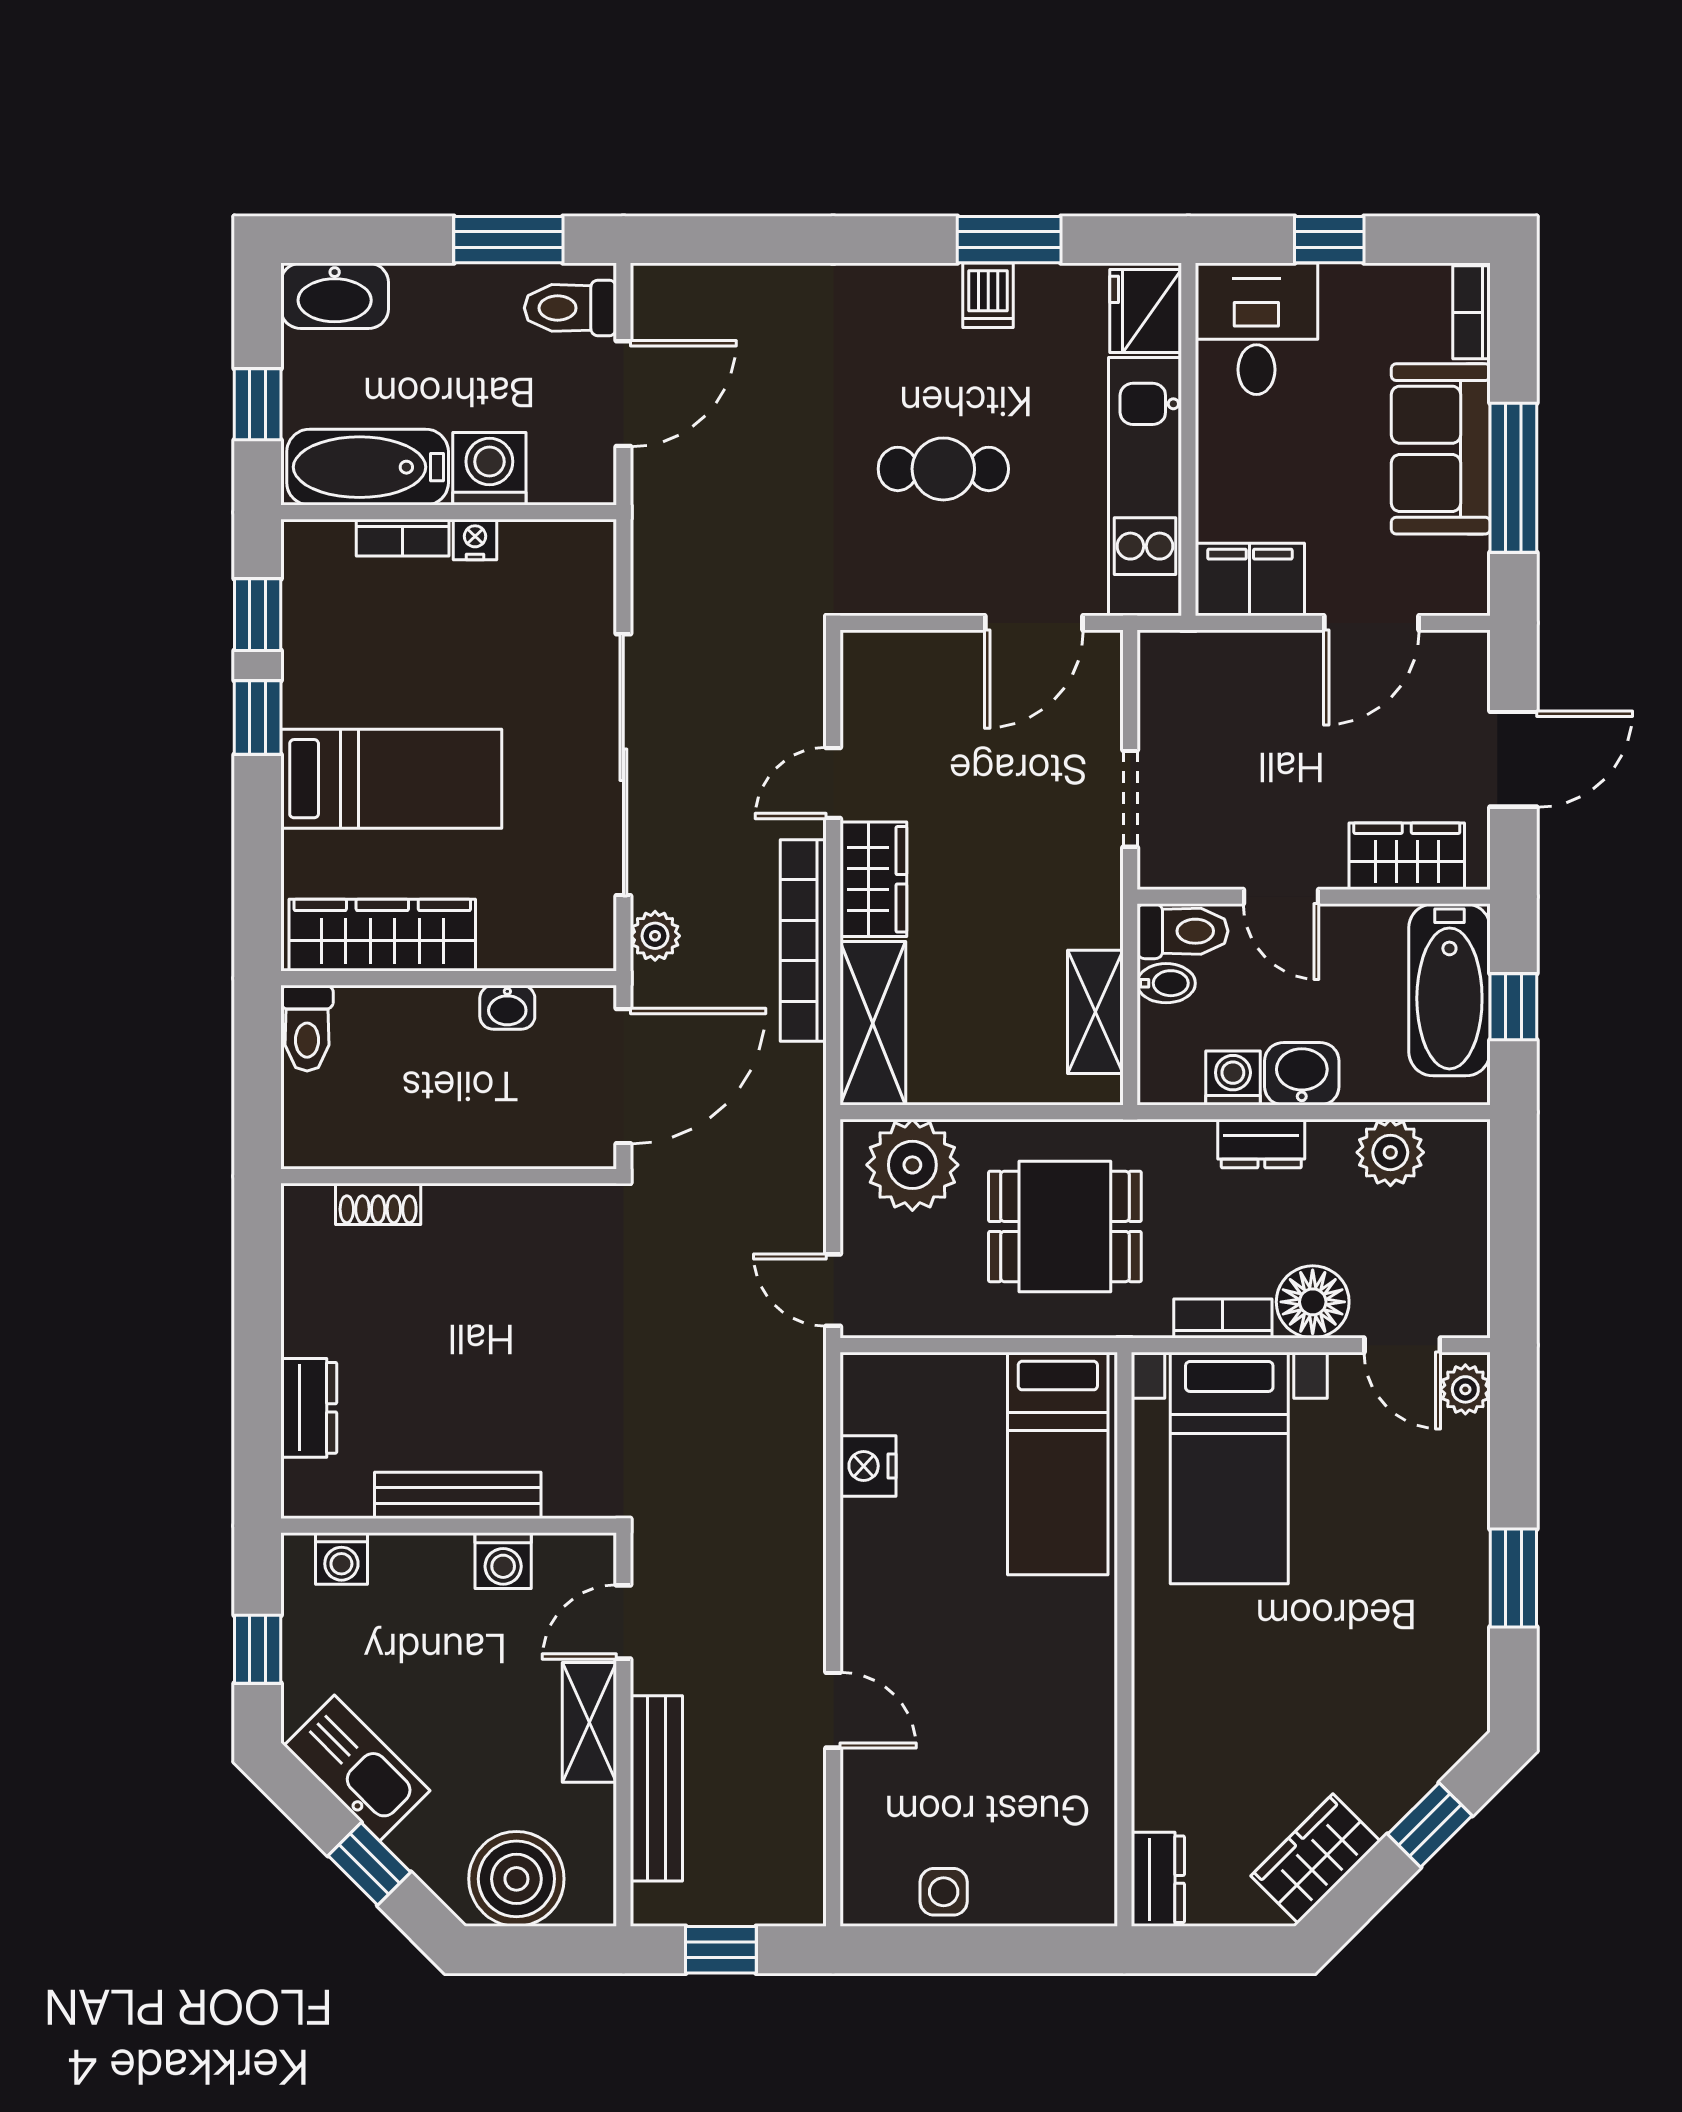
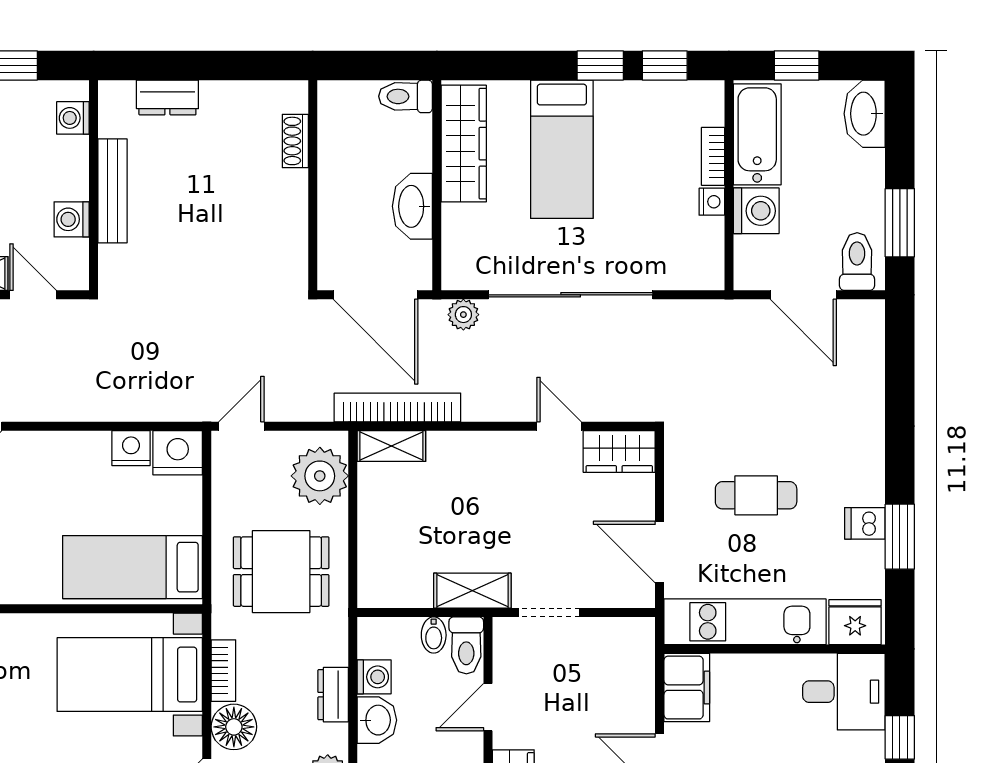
cafe table: (943, 469) -> (756, 495), turned 90
wardrobe: (873, 879) -> (619, 451), moved
bookcase: (803, 941) -> (397, 407), moved
washbasin: (507, 1007) -> (412, 206), width x1.91, depth x1.45
shelving: (1095, 1012) -> (472, 591), moved
shelving: (873, 1023) -> (391, 446), width x0.67, depth x0.75
dining table: (1065, 1226) -> (281, 572), turned 90
nightstand: (875, 1392) -> (178, 453), added

